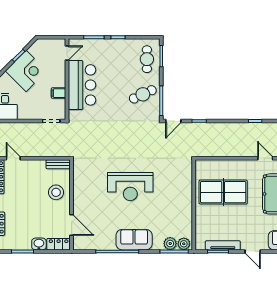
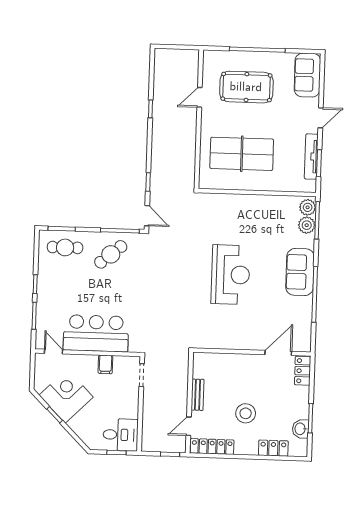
corner desk: (26, 71) -> (66, 396), moved
cafe table: (143, 94) -> (111, 254), turned 75
bench: (58, 164) -> (197, 395), moved
stool: (56, 192) -> (246, 413), moved
table tennis table: (223, 192) -> (242, 154), turned 90
washbasin: (39, 244) -> (300, 429), moved

